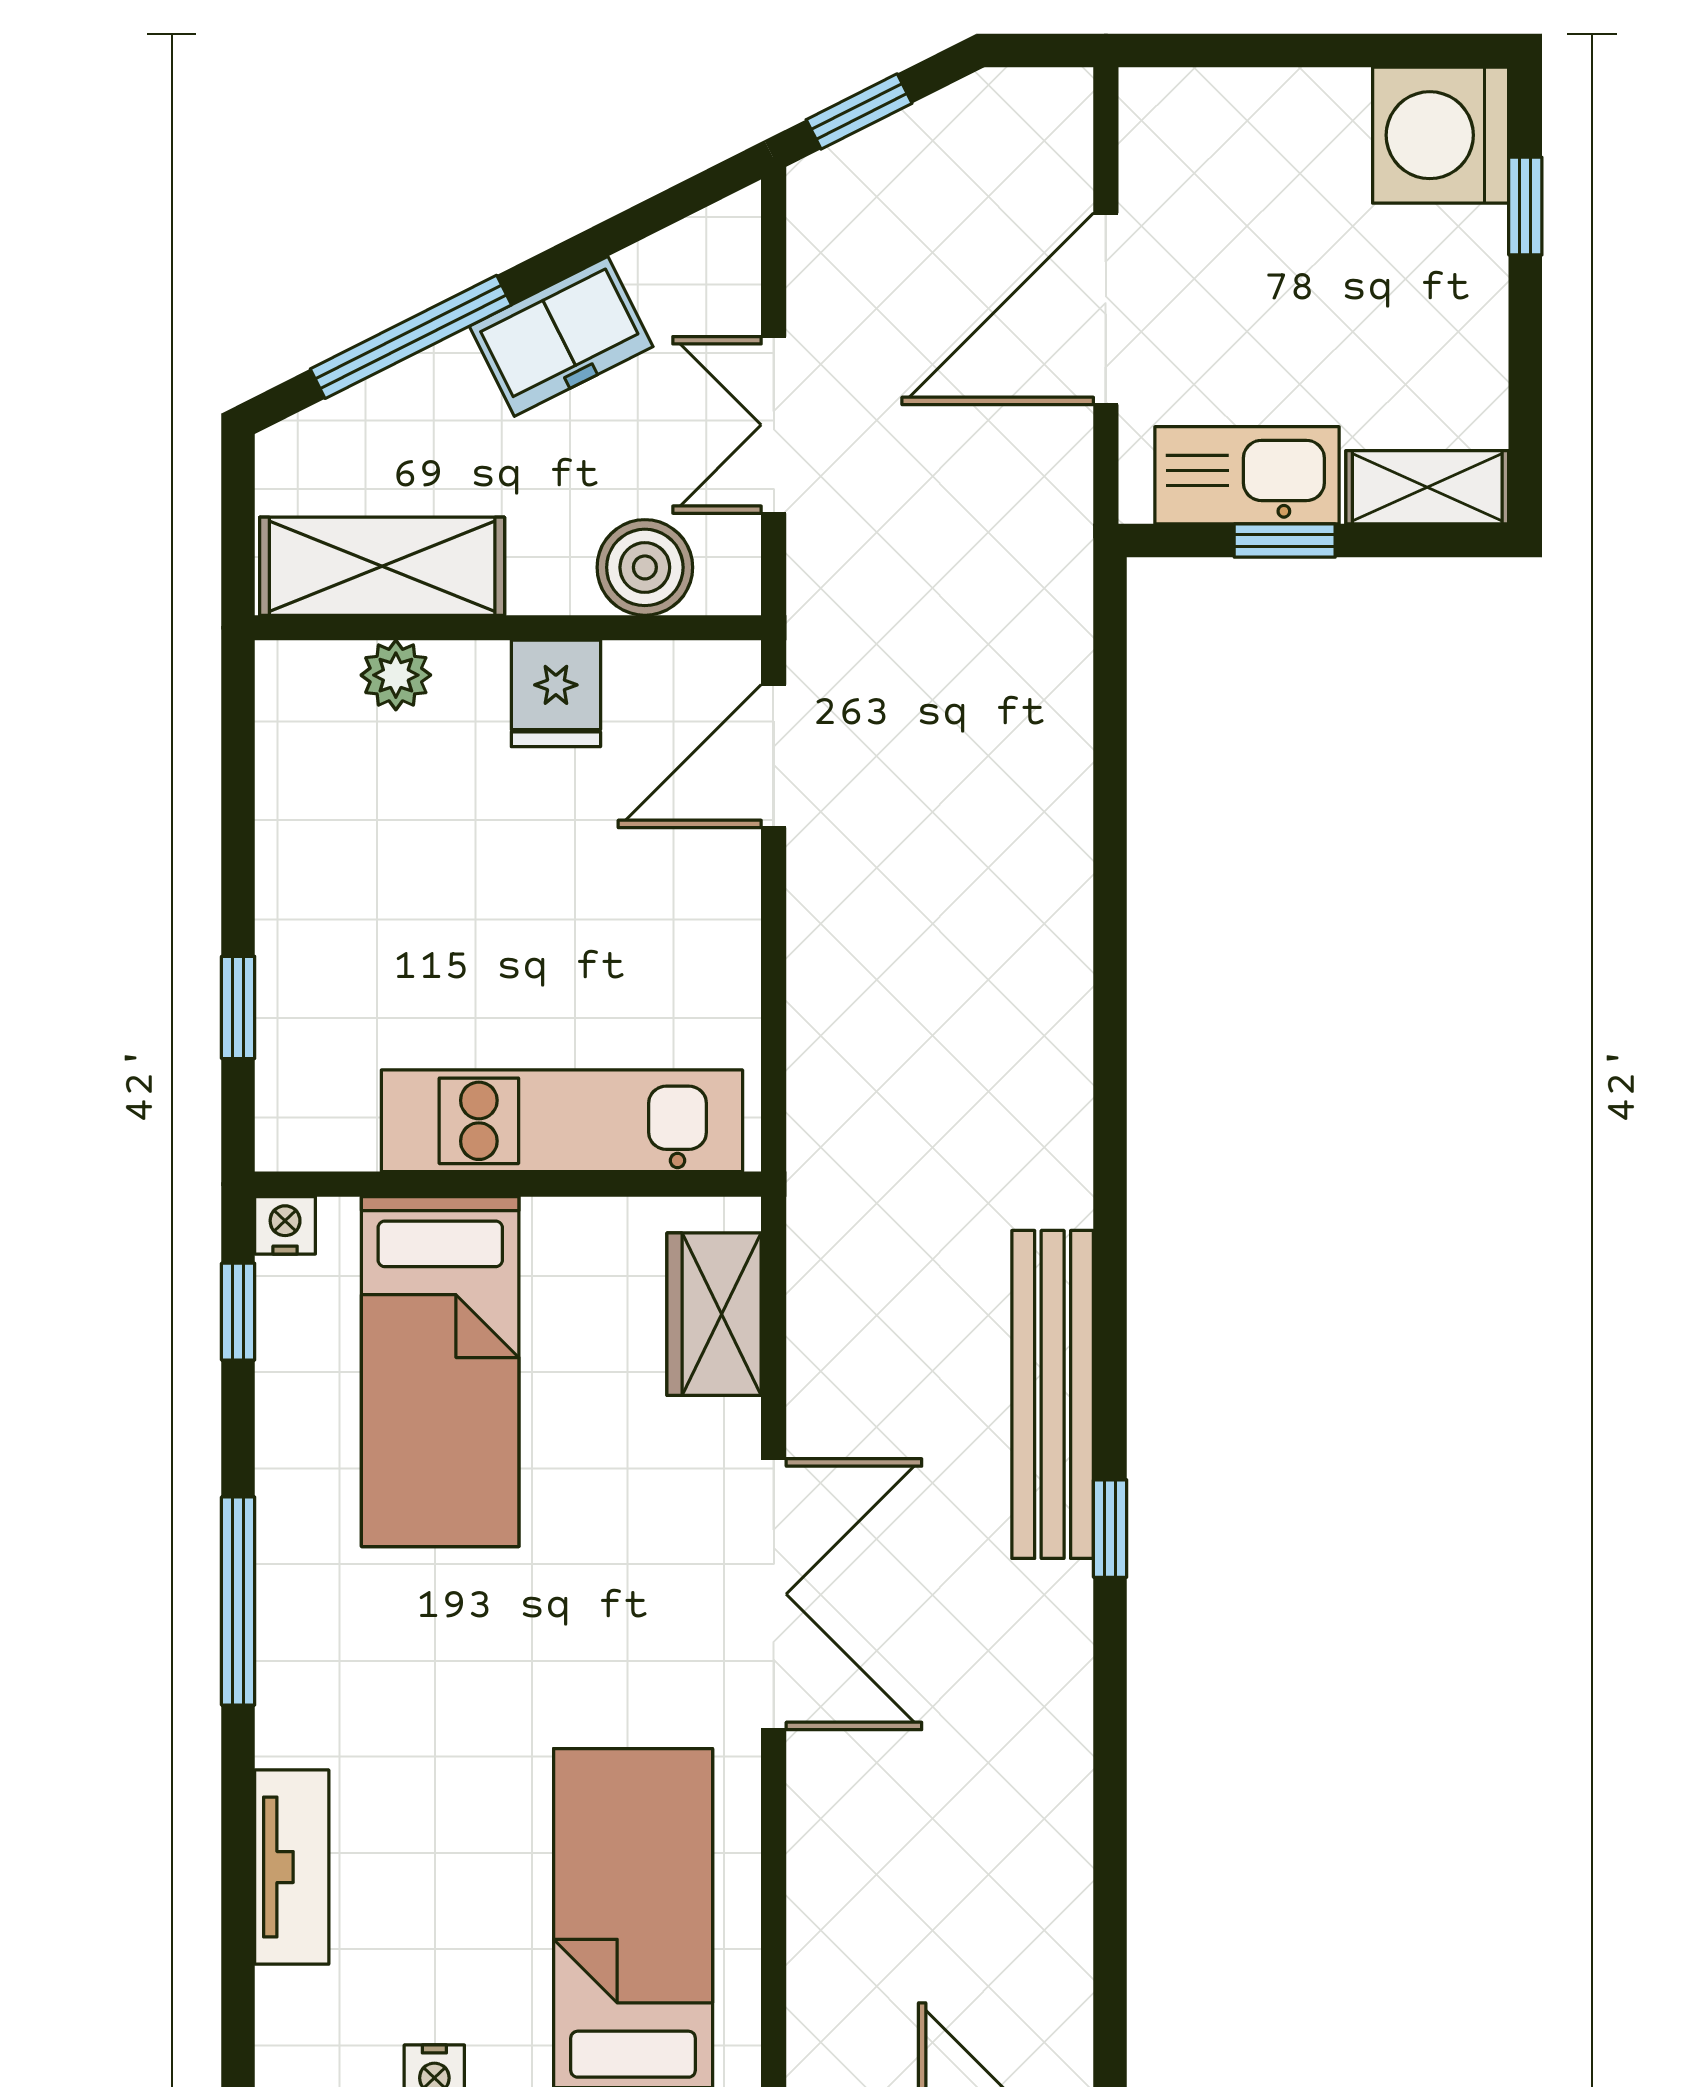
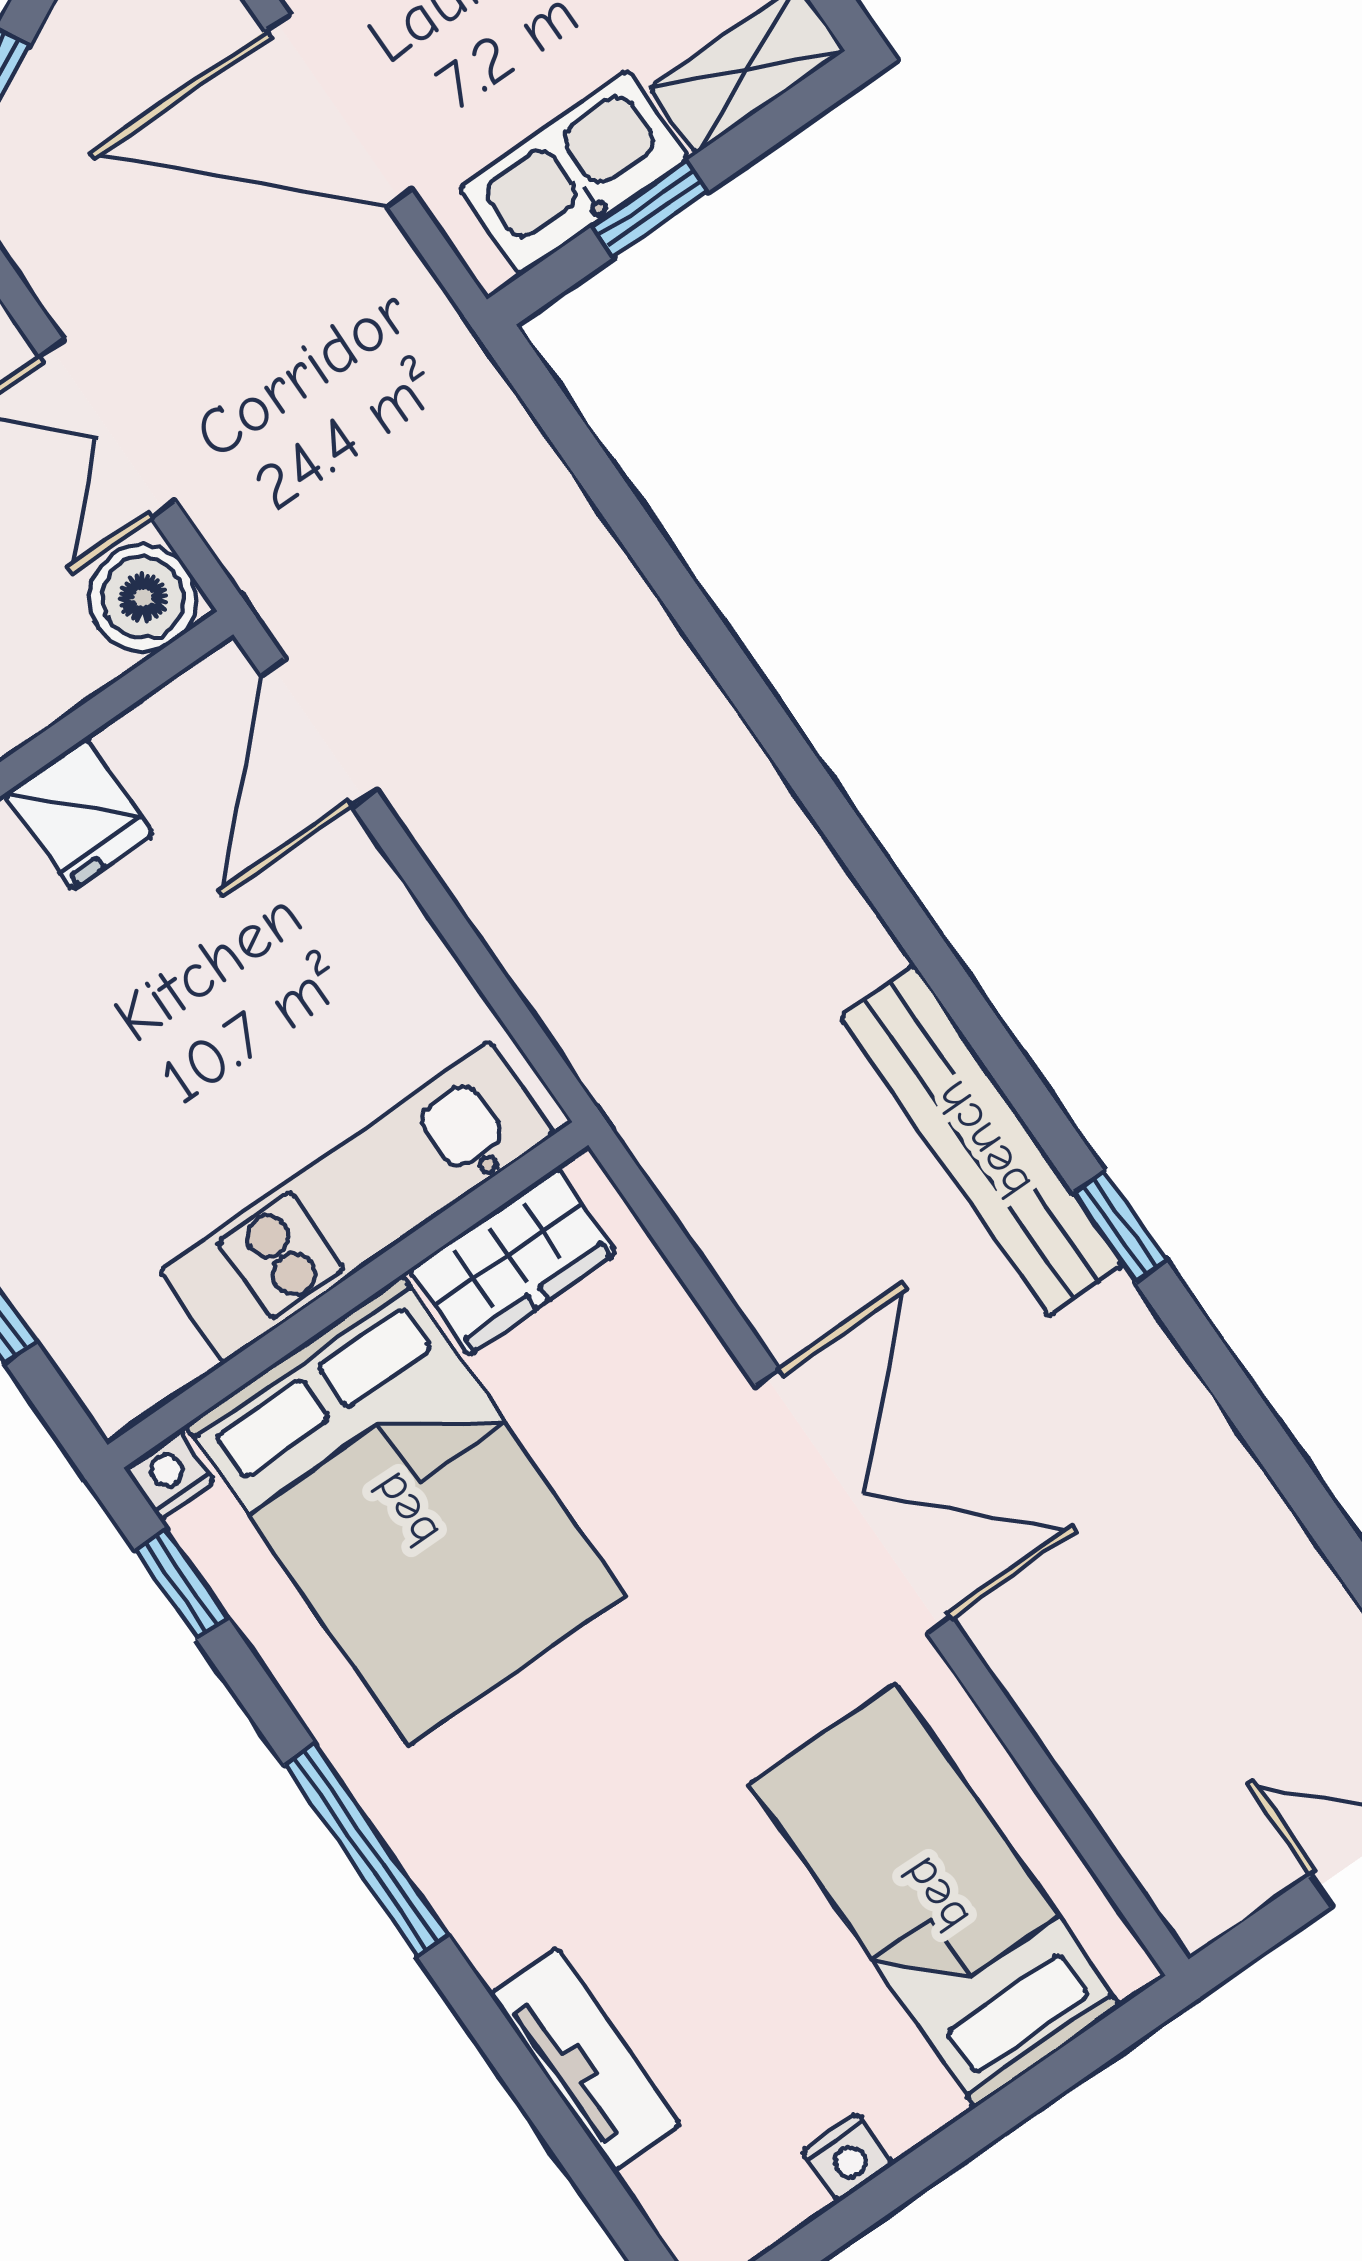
door: (1106, 309) -> (338, 110), hinge flipped
boiler: (645, 567) -> (143, 598), moved
wardrobe: (714, 1314) -> (513, 1261), moved, turned -90
bed: (440, 1372) -> (405, 1510), width x1.50

